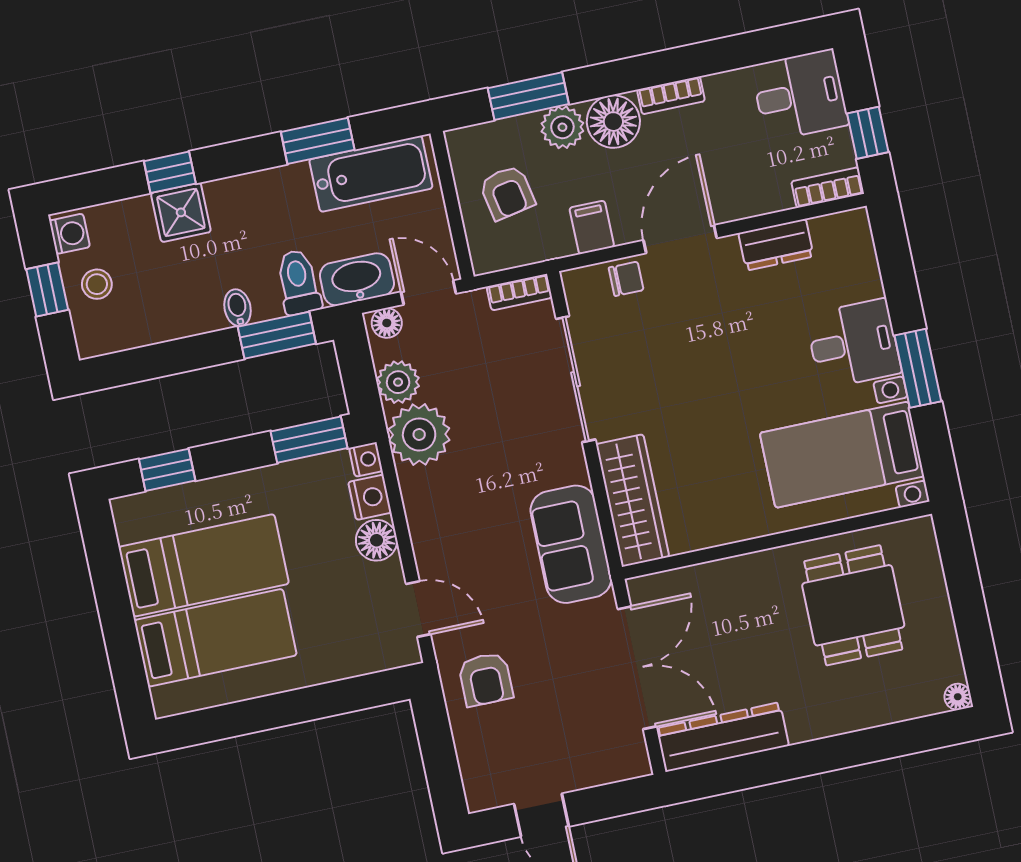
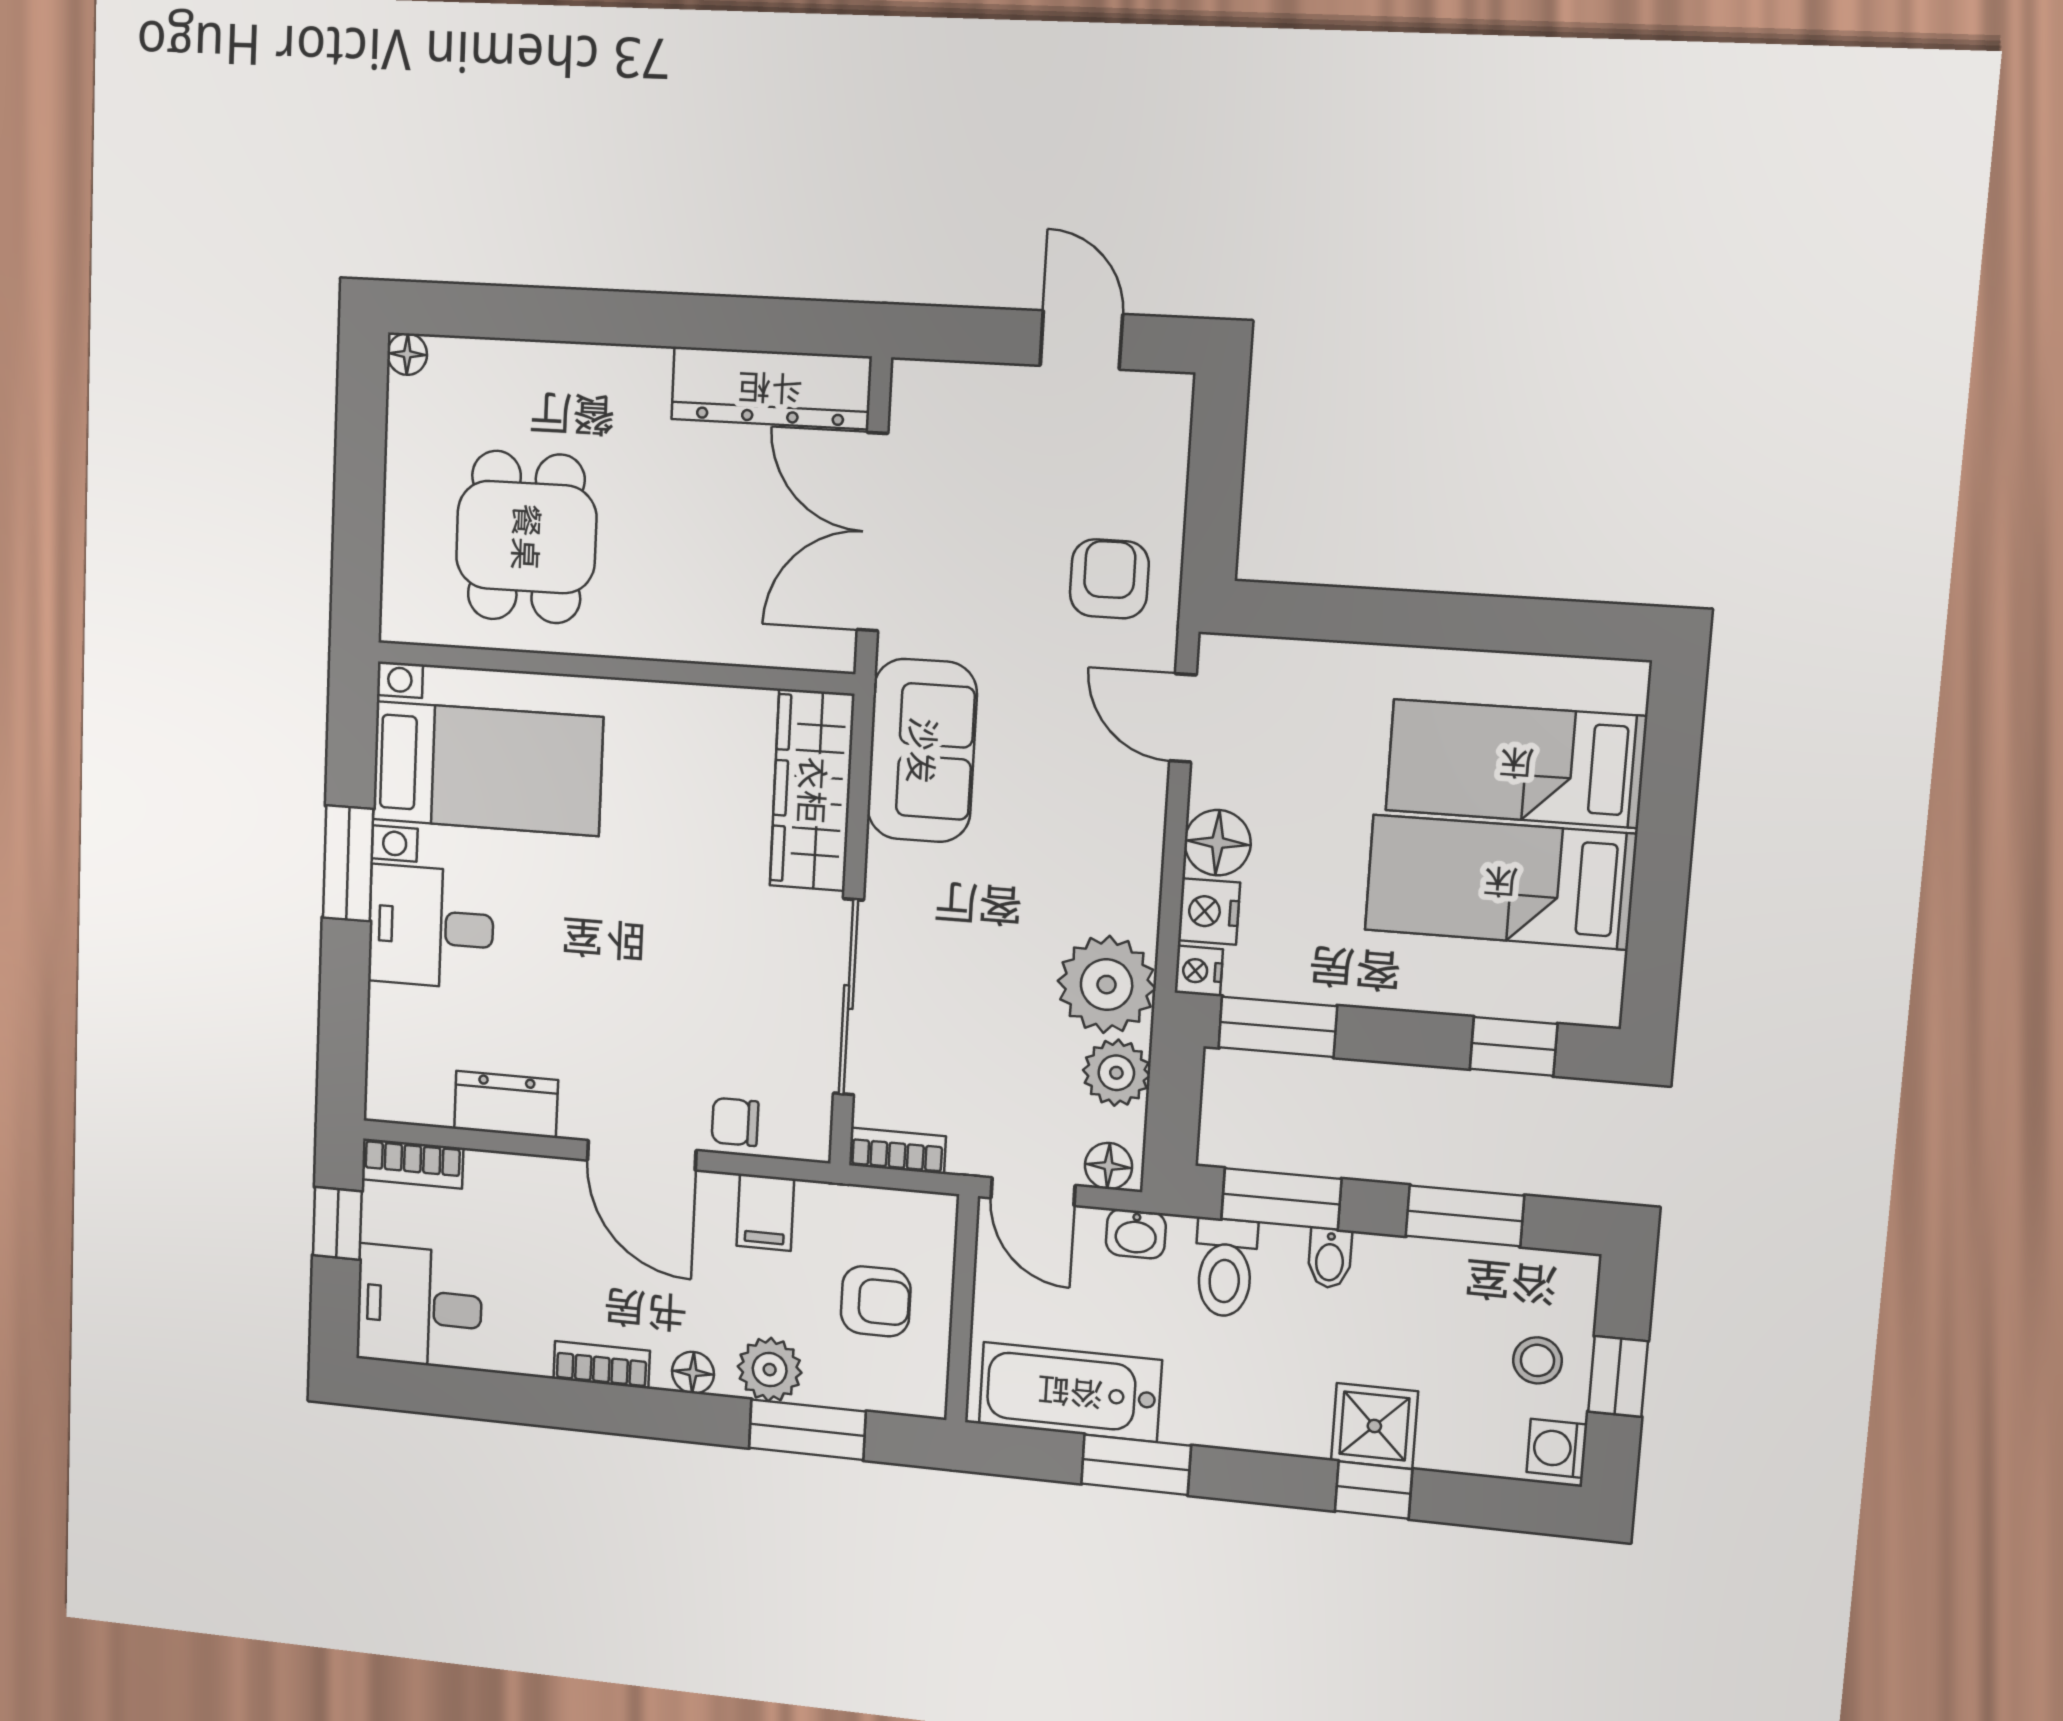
floor lamp: (613, 122) -> (693, 1373), width x0.53, depth x0.53
armchair: (507, 193) -> (876, 1301), turned 101
door: (680, 239) -> (642, 1155), hinge flipped
washbasin: (357, 279) -> (1136, 1234), width x0.52, depth x0.69
window: (165, 359) -> (1465, 1216), added

